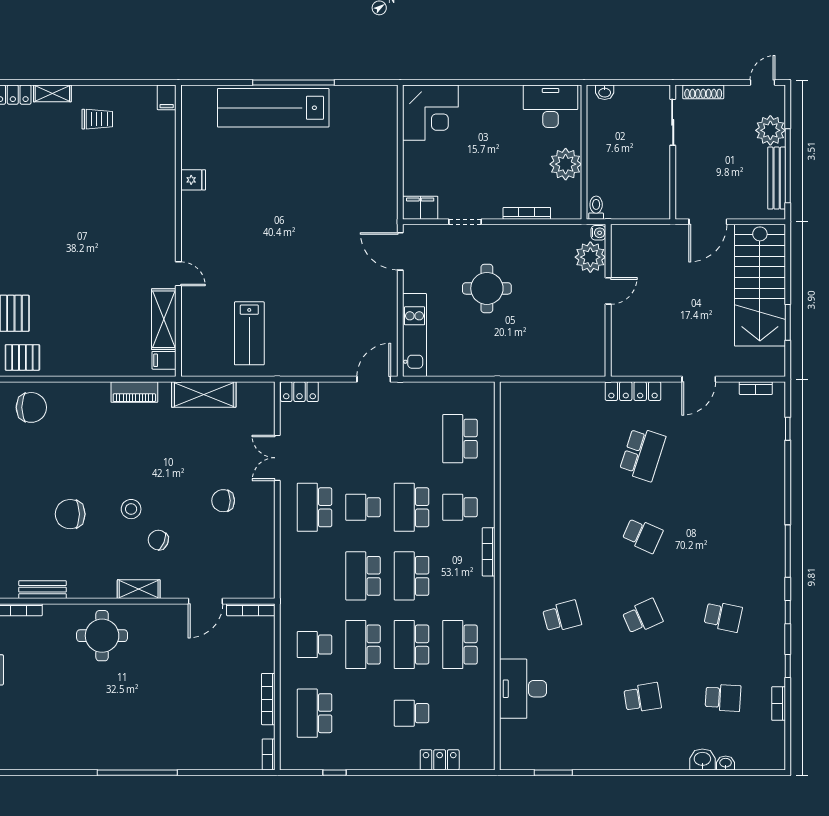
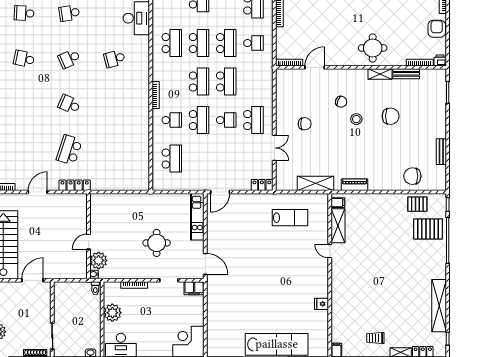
lab bench: (249, 333) -> (290, 218), turned 90
shelving: (139, 589) -> (380, 74), moved

